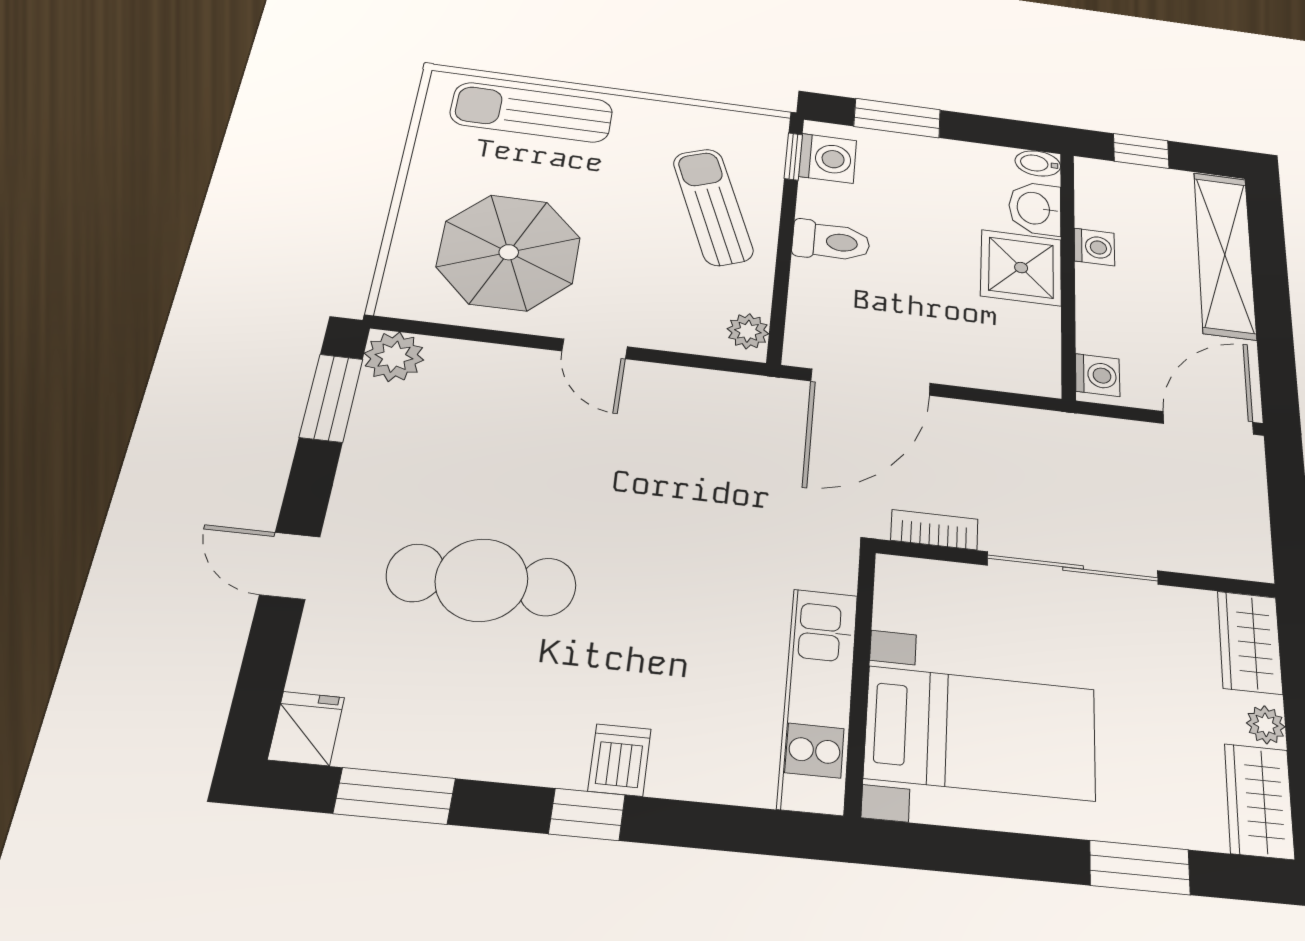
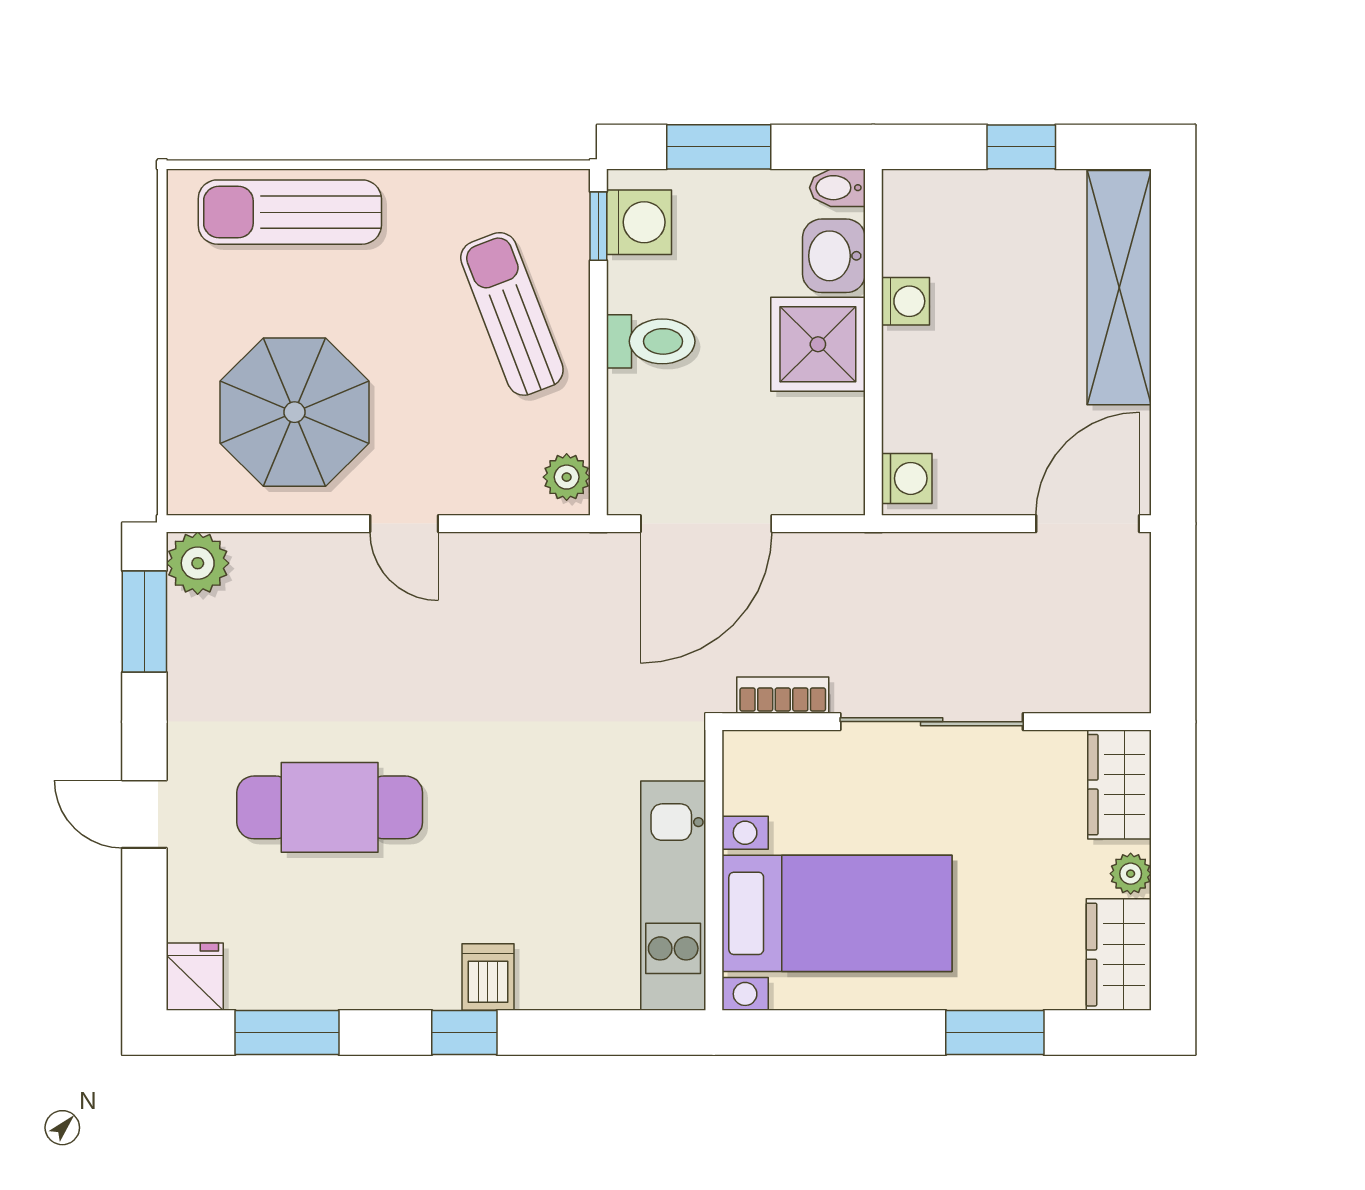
bidet: (1038, 163) -> (837, 188), moved
washbasin: (1035, 208) -> (834, 256), moved
washing machine: (1094, 247) -> (906, 301), moved
shower: (1021, 268) -> (818, 344), moved
wall: (1068, 272) -> (873, 342), moved
washing machine: (1098, 375) -> (907, 478), moved

